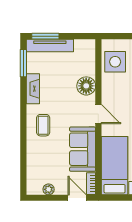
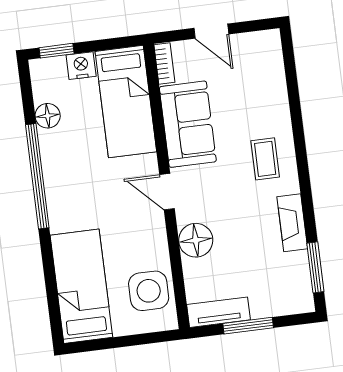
window: (45, 36) -> (248, 326), moved
tv unit: (50, 45) -> (219, 312), moved, width x0.71
plant: (49, 189) -> (241, 43), removed
door: (77, 198) -> (211, 31), moved

